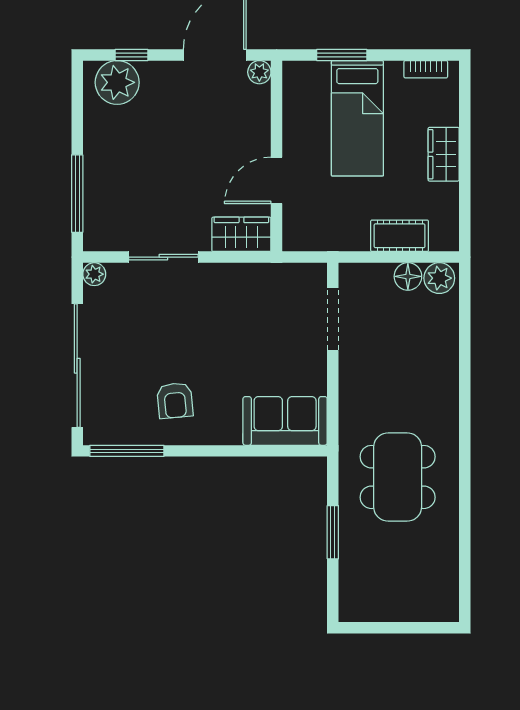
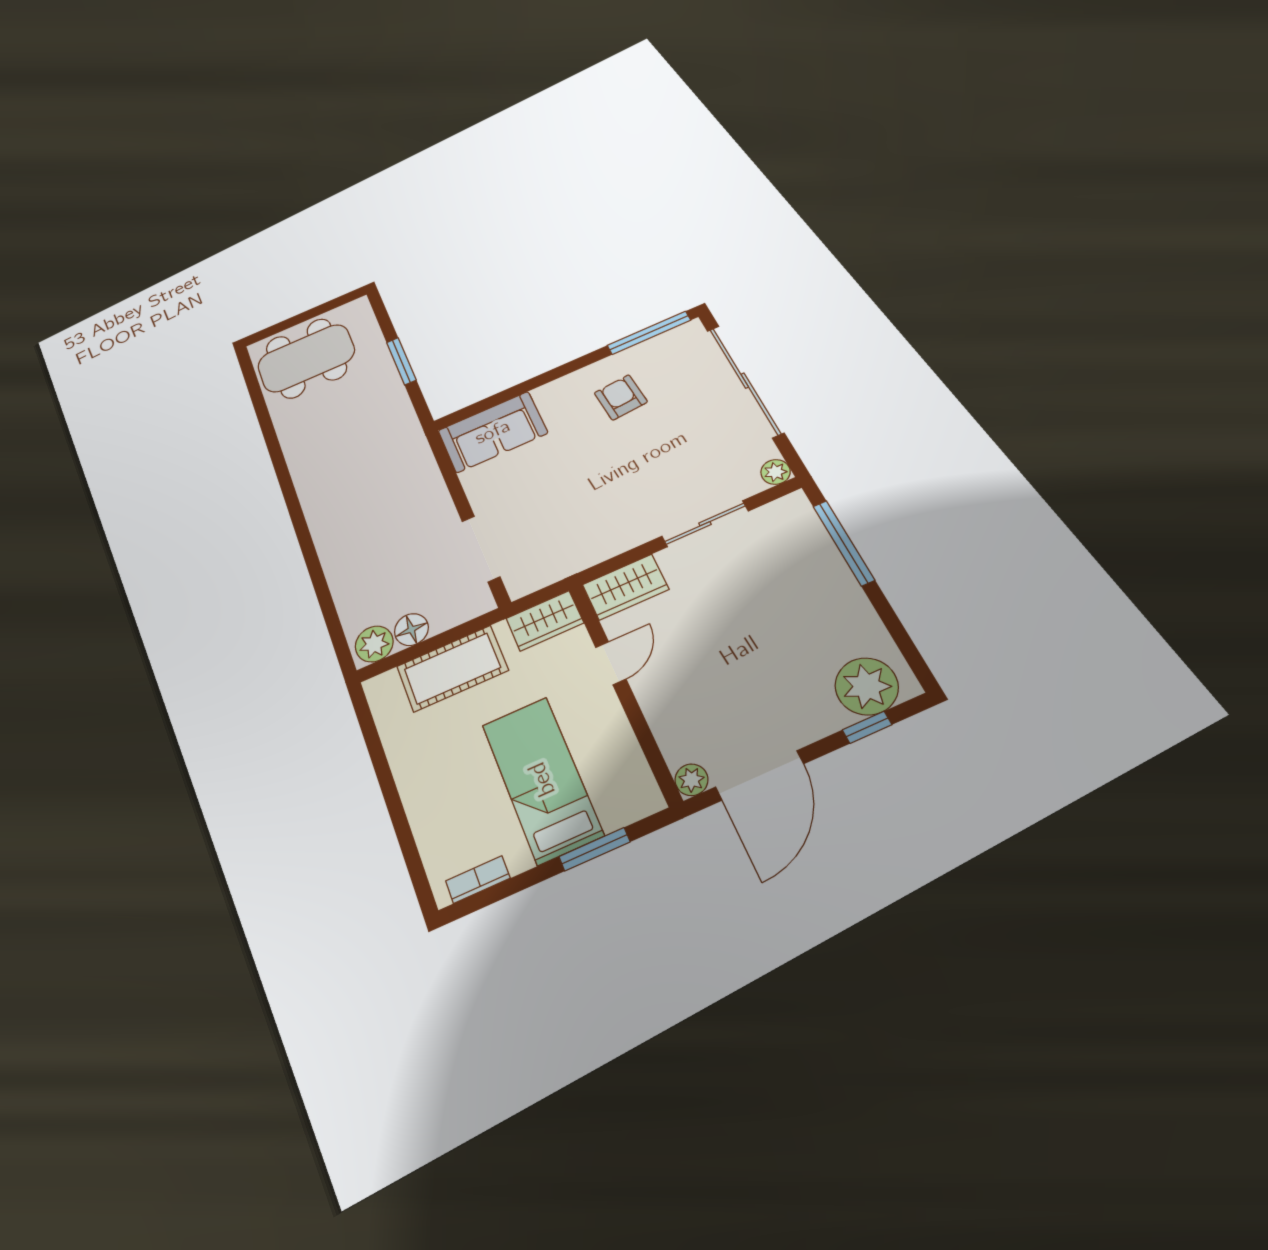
wardrobe: (444, 154) -> (545, 621), moved, turned 90
door: (277, 180) -> (611, 663), width x0.73
cot: (400, 236) -> (452, 668), width x1.37, depth x1.34
dining table: (398, 477) -> (306, 358), moved, turned 90

